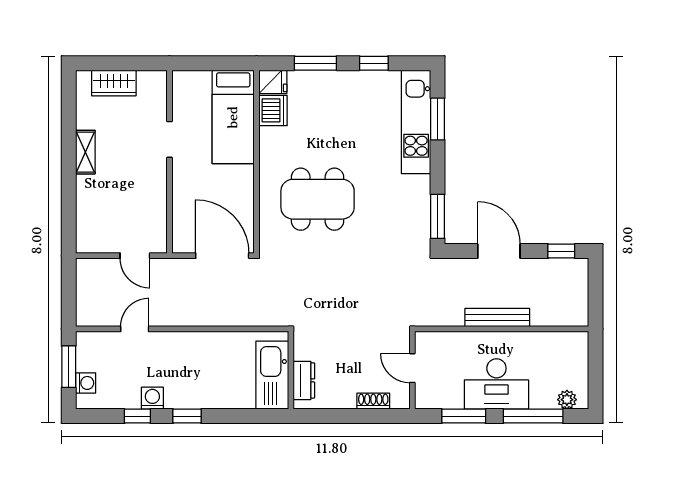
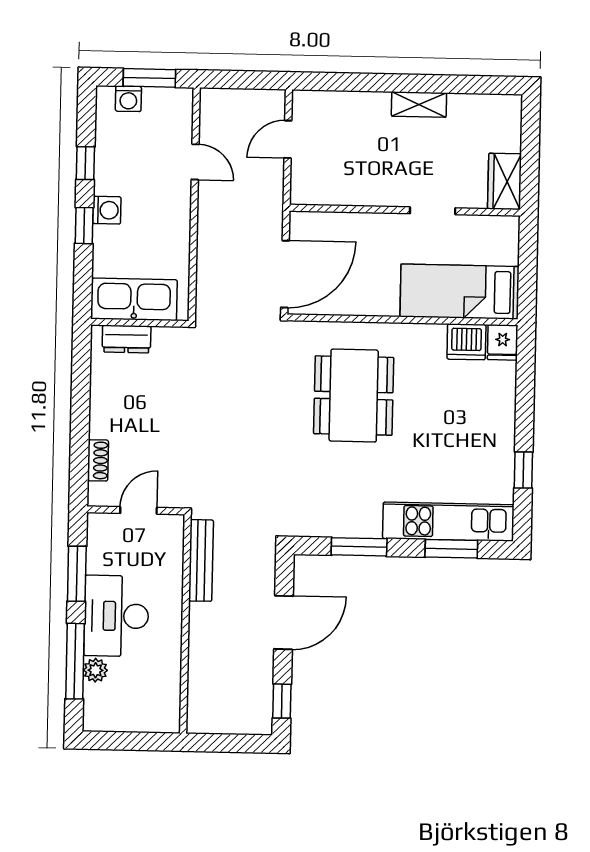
window: (315, 63) -> (525, 396), removed
wardrobe: (114, 83) -> (504, 181), moved
window: (438, 216) -> (359, 547), moved
door: (135, 256) -> (288, 139), moved
bench: (497, 318) -> (201, 560), moved
wall: (291, 370) -> (140, 323), moved
kitchen sink: (272, 375) -> (134, 299), moved
dresser: (304, 380) -> (127, 339), moved
washing machine: (152, 398) -> (107, 210), moved
plant: (567, 400) -> (95, 670), moved

